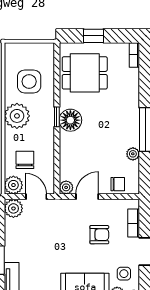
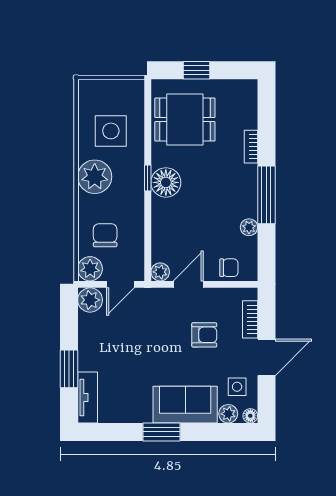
bookcase: (134, 55) -> (251, 147), moved
door: (36, 197) -> (120, 284), swing flipped

